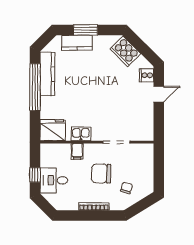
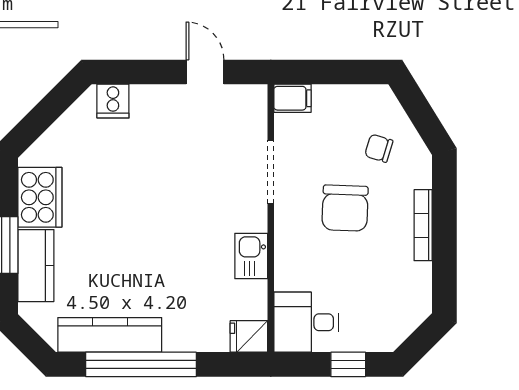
cooker: (125, 51) -> (40, 197), moved, turned -45
door: (159, 94) -> (205, 72), moved
fridge: (53, 130) -> (249, 336), width x0.53, depth x0.75
filing cabinet: (77, 151) -> (293, 98), moved
desk: (54, 180) -> (306, 322), moved, turned 90

